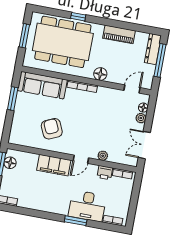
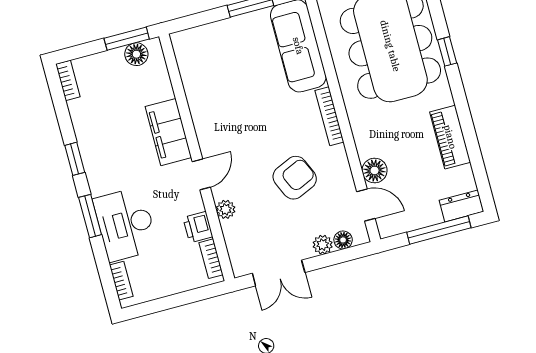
dresser: (153, 49) -> (461, 206), width x0.70
floor lamp: (100, 74) -> (375, 170), moved
armchair: (52, 129) -> (295, 178), moved
double door: (144, 145) -> (279, 273), swing flipped
door: (81, 159) -> (201, 174), swing flipped
window: (45, 215) -> (75, 159), added

